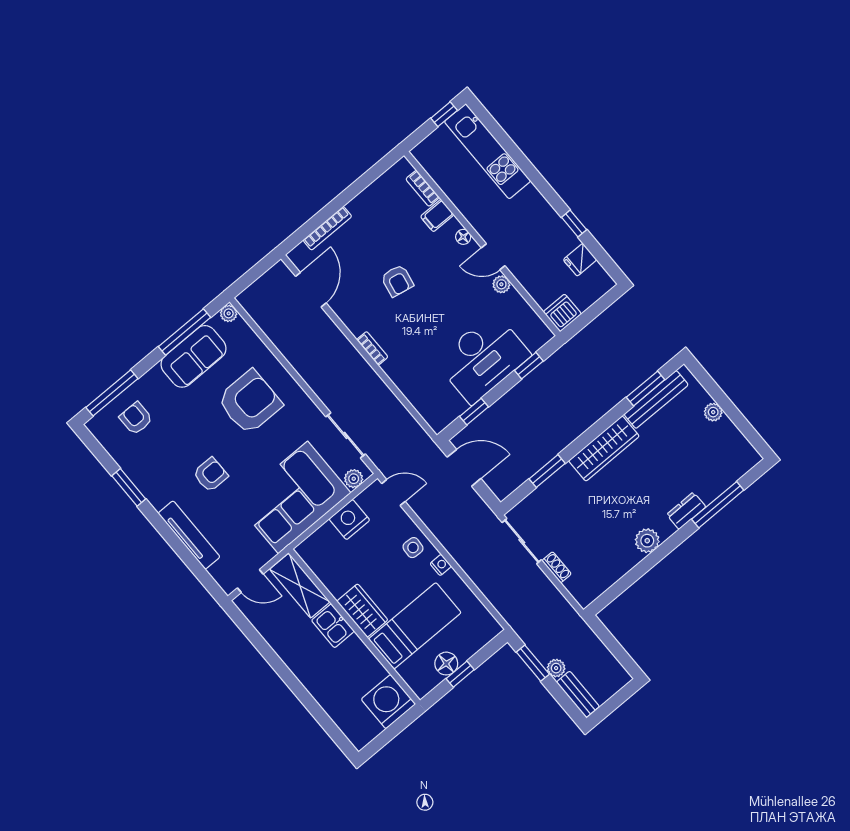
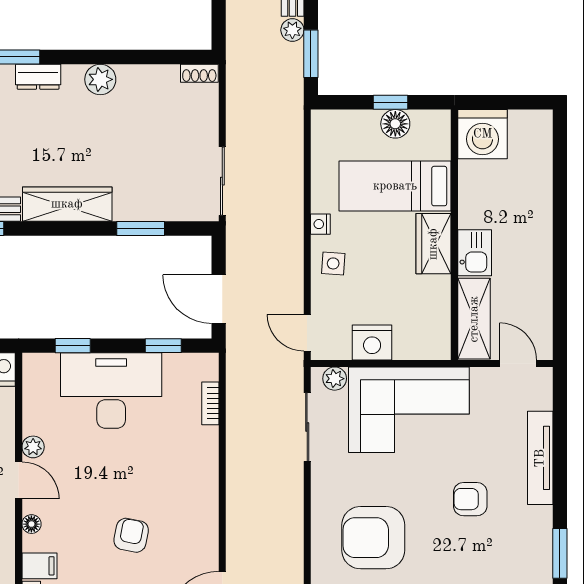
bookcase: (372, 348) -> (210, 403), moved
shoe rack: (557, 567) -> (199, 73), moved, turned -90

